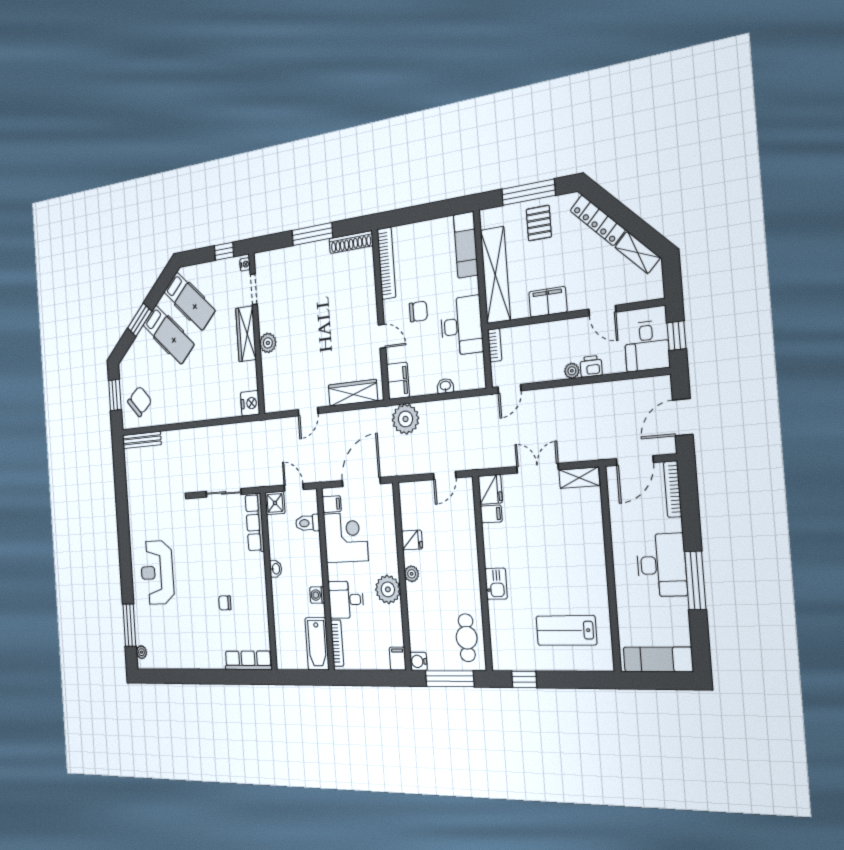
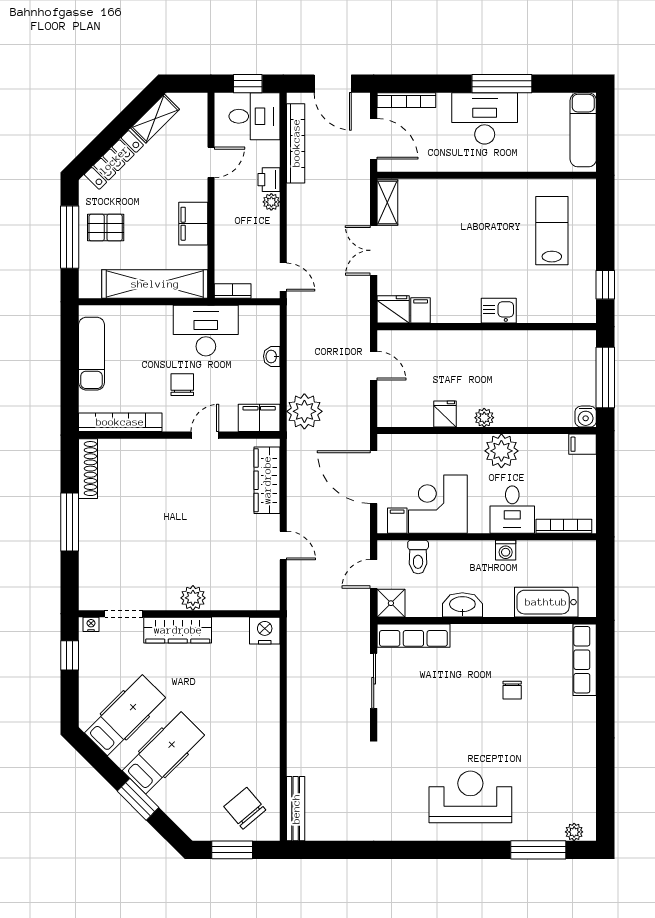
exam couch: (466, 245) -> (91, 354), moved, turned -90
bookcase: (625, 388) -> (296, 143), added
washbasin: (276, 569) -> (462, 605), width x1.91, depth x1.45
reception desk: (157, 573) -> (470, 797), turned 180
lab bench: (566, 630) -> (552, 231), turned 180
cafe table: (467, 638) -> (559, 352), removed
bathtub: (317, 644) -> (546, 602), moved, turned 180

